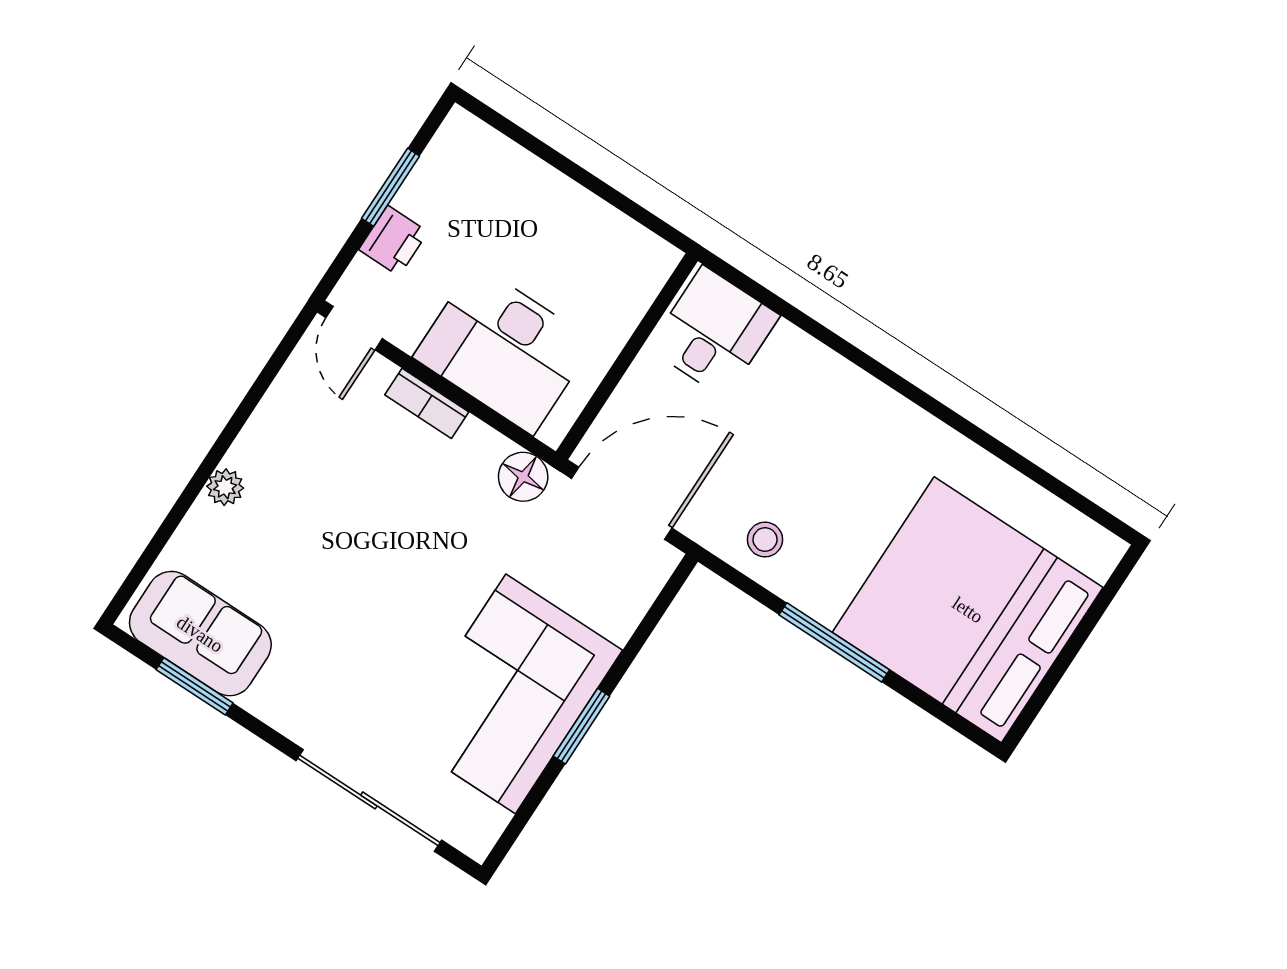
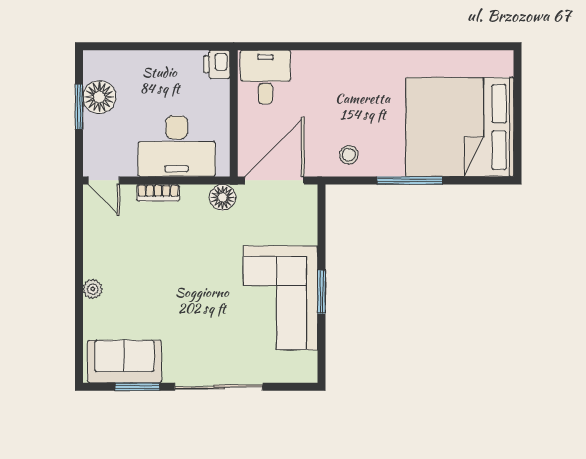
floor lamp: (433, 193) -> (99, 97), added
printer: (393, 241) -> (217, 64), moved, turned 180
sliding door: (369, 800) -> (219, 387), moved

